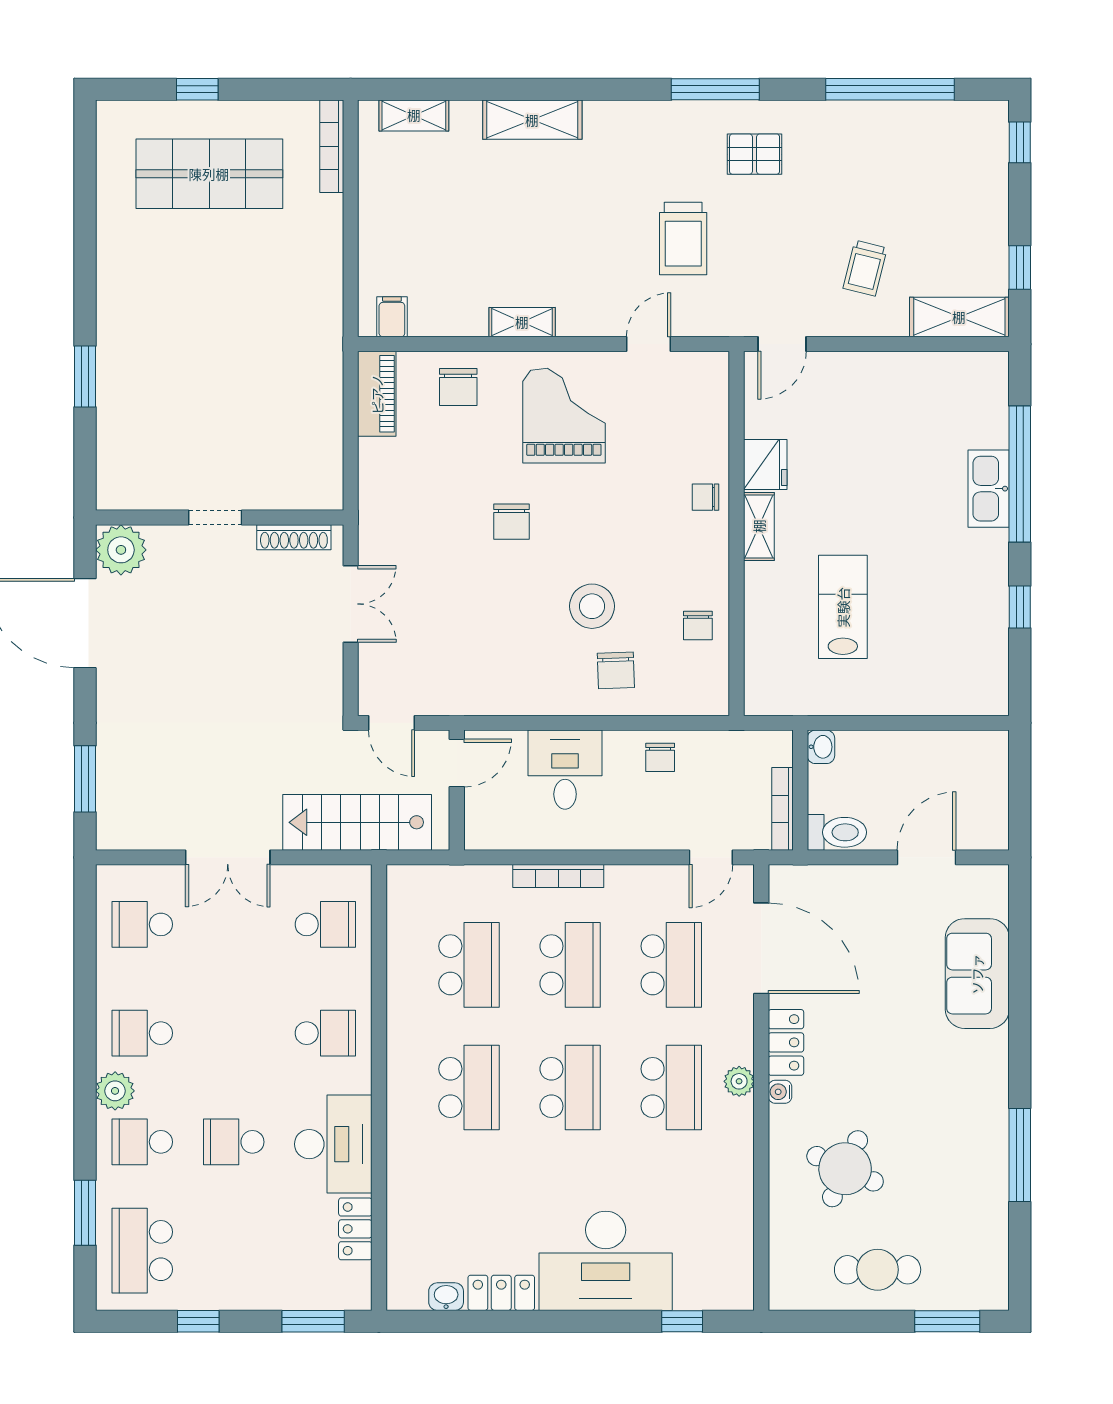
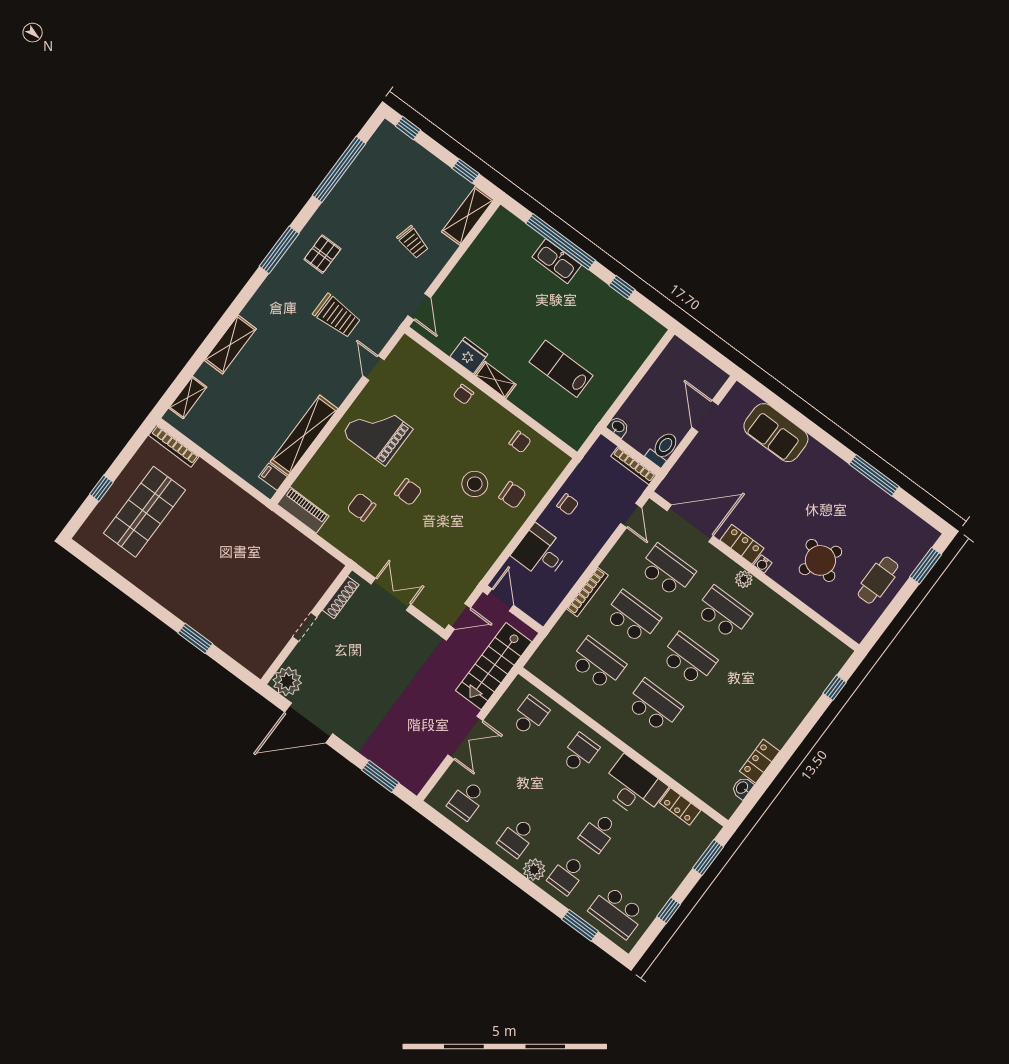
shelving: (522, 322) -> (304, 435), width x2.20, depth x1.33
chair: (458, 387) -> (361, 507), moved, turned 180
desk: (606, 1261) -> (781, 702), removed

